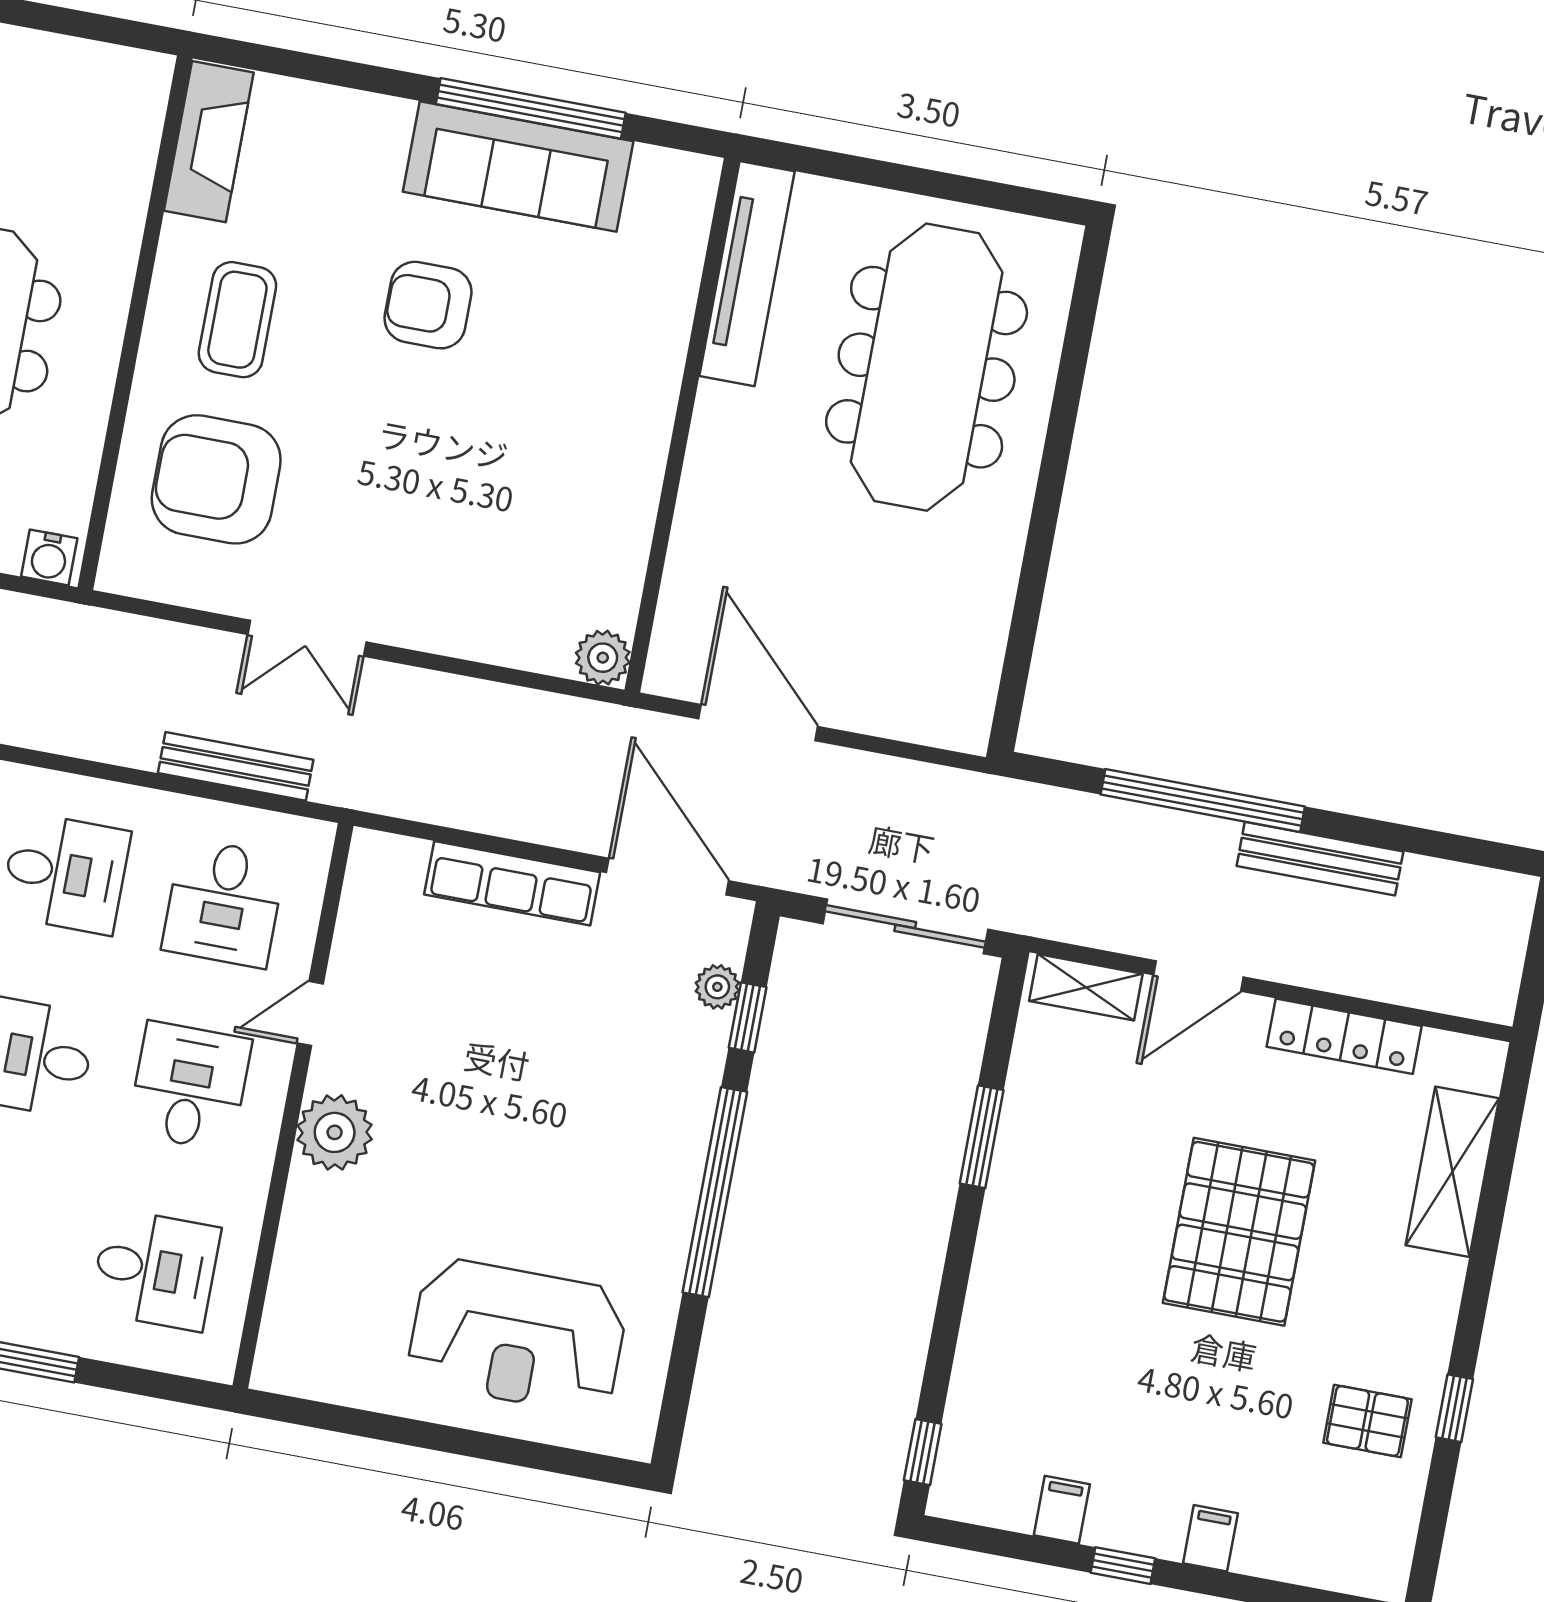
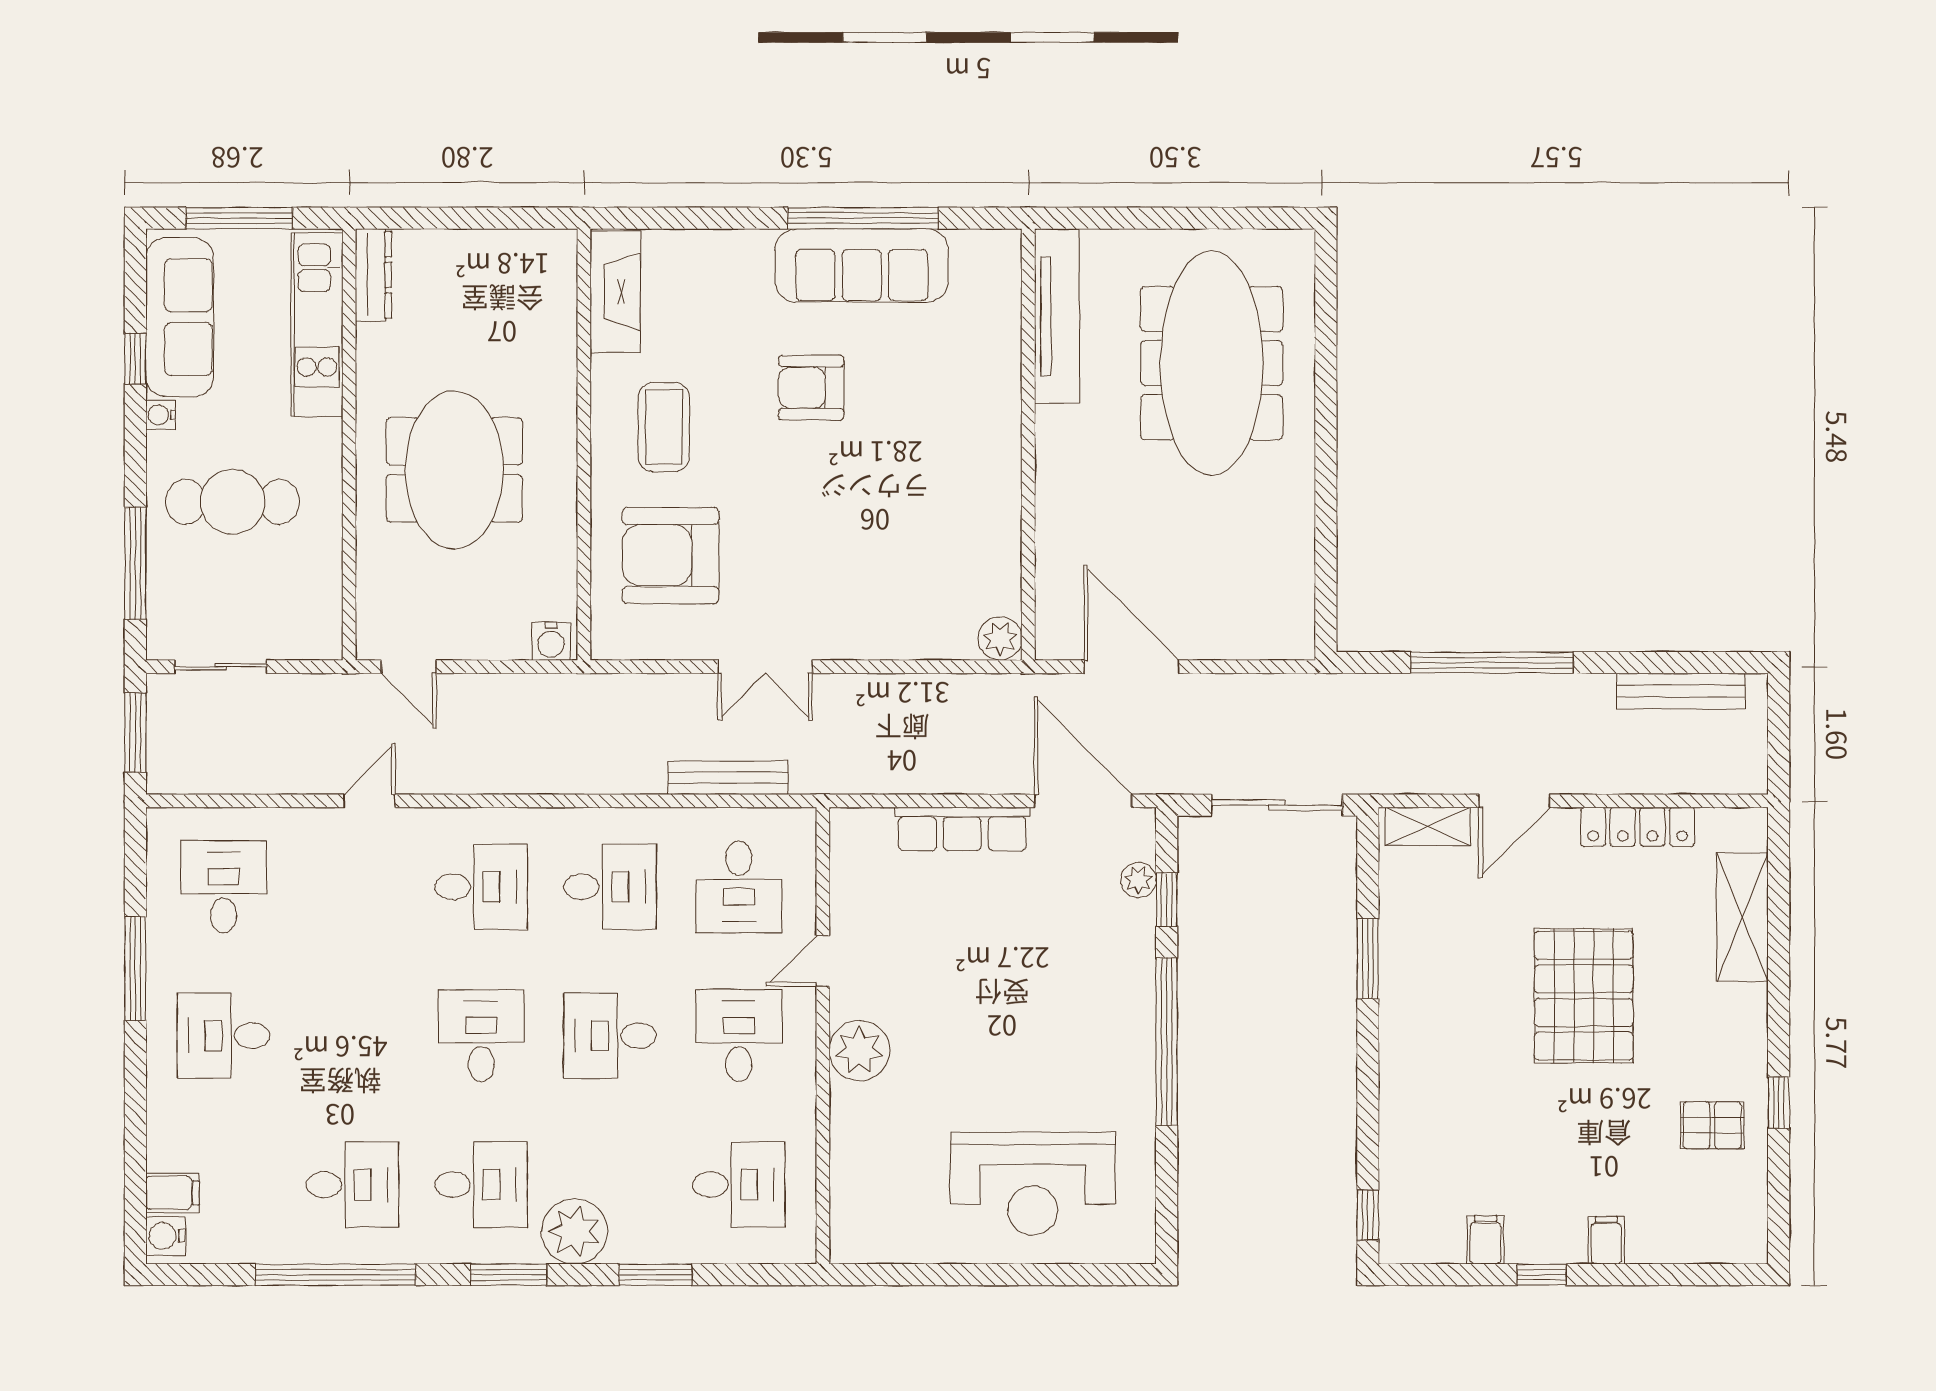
bench: (1320, 859) -> (1681, 691), moved

